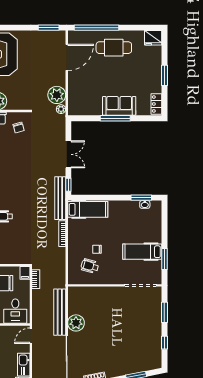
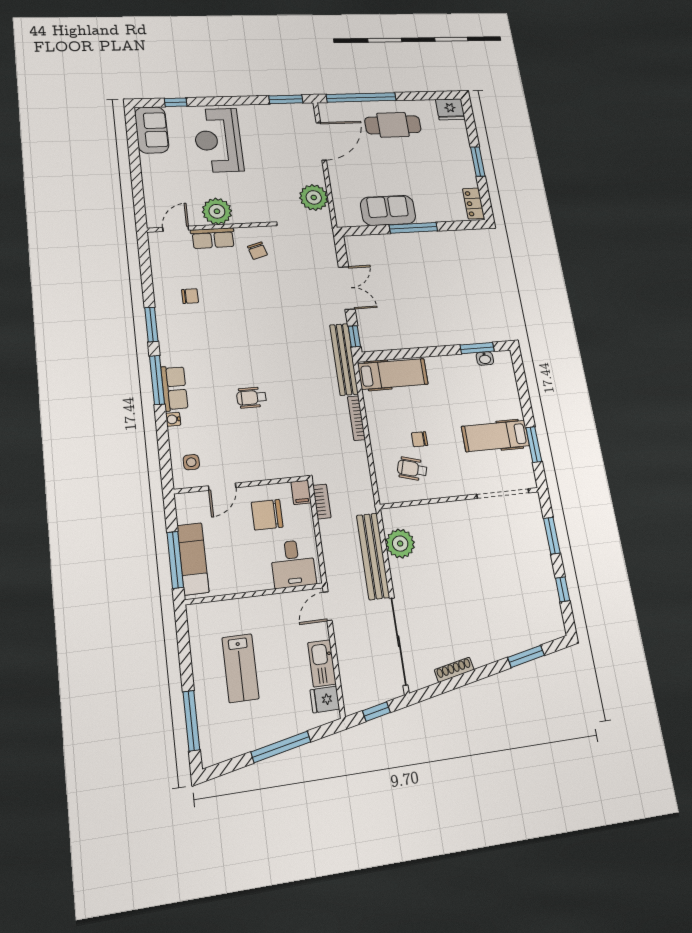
sofa: (119, 106) -> (388, 210), moved
plant: (61, 109) -> (324, 219), removed
plant: (76, 323) -> (400, 544), moved

